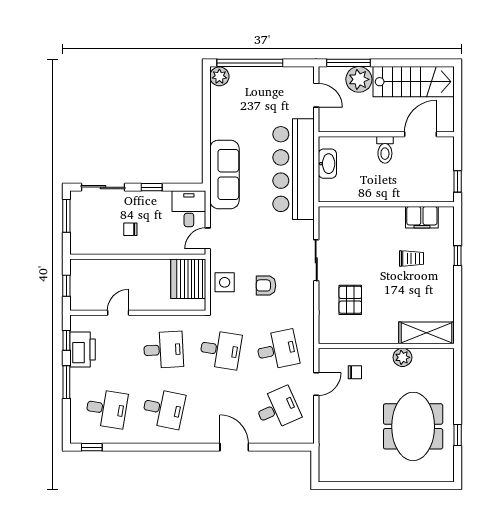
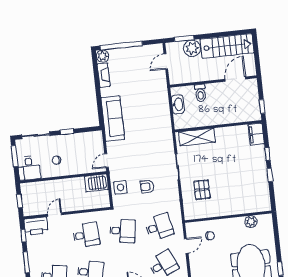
window: (348, 63) -> (184, 39), width x0.69
door: (316, 95) -> (166, 61), swing flipped
fireplace: (218, 106) -> (104, 75), added
toilet: (385, 150) -> (200, 93), moved
bar counter: (294, 169) -> (157, 110), removed
desk: (189, 209) -> (29, 168), moved, turned 180
filing cabinet: (422, 217) -> (256, 134), moved, turned 90
trolley: (411, 258) -> (238, 159), removed
server rack: (188, 279) -> (96, 183), width x0.63
window: (458, 288) -> (270, 175), added
shelving: (426, 333) -> (197, 137), moved
printer: (83, 350) -> (36, 226), moved, turned 90
plant: (402, 357) -> (251, 222), moved

